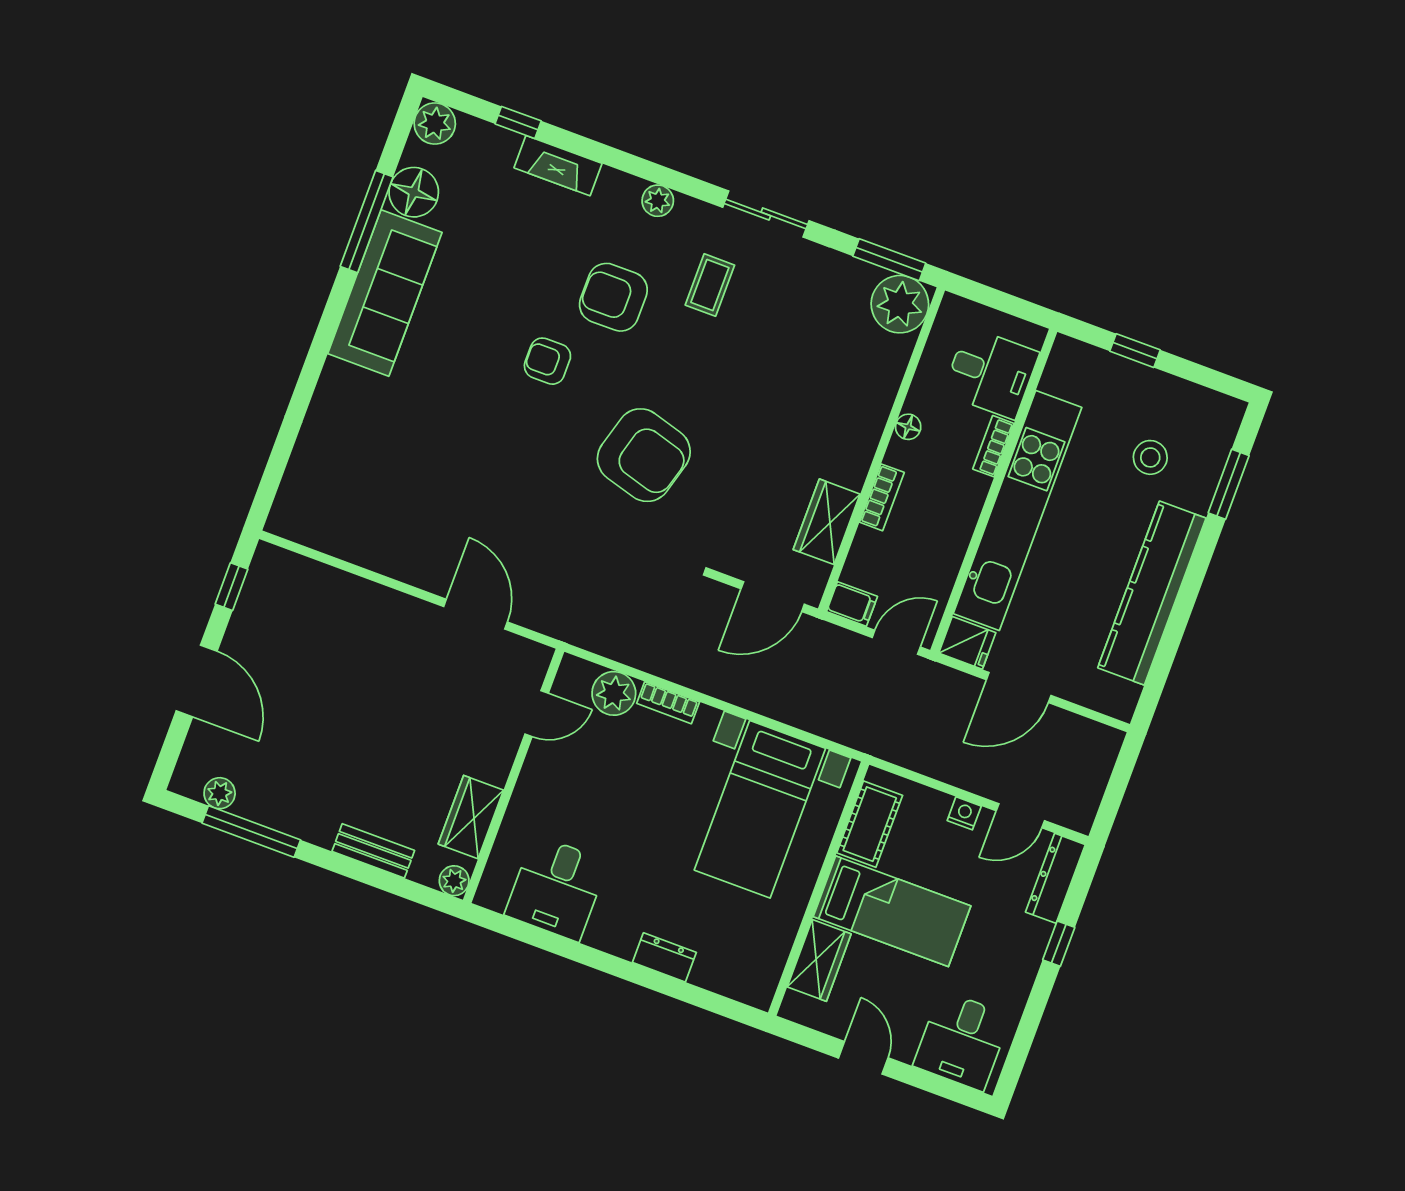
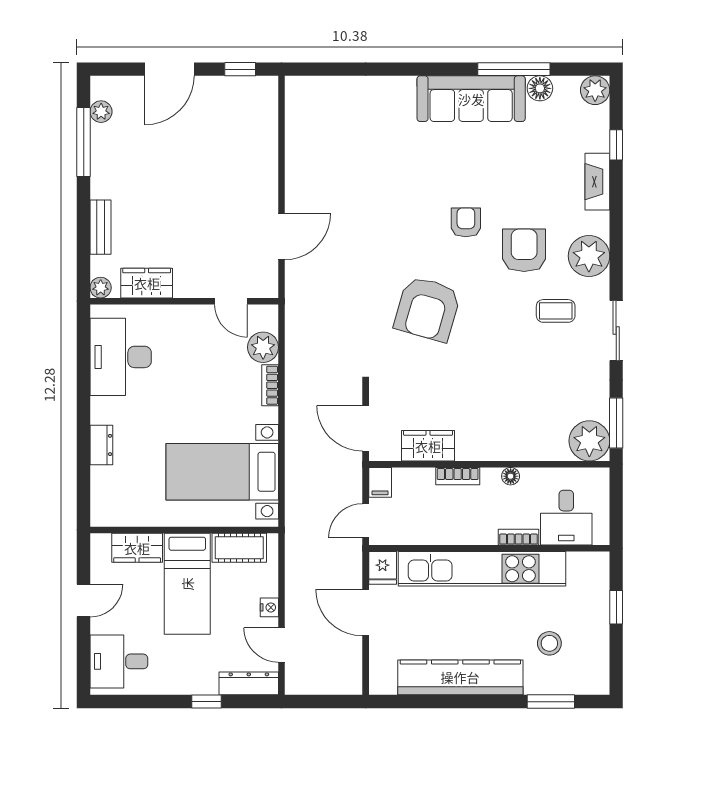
floor lamp: (414, 192) -> (540, 88), width x0.73, depth x0.73
plant: (658, 201) -> (589, 256), width x1.87, depth x1.87
door: (896, 642) -> (366, 521), swing flipped
desk: (557, 888) -> (121, 357), width x1.37

